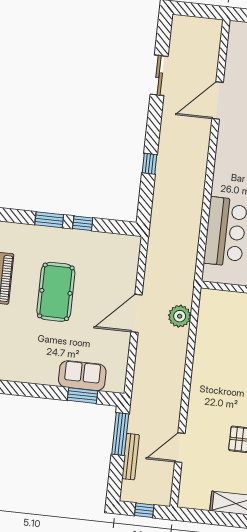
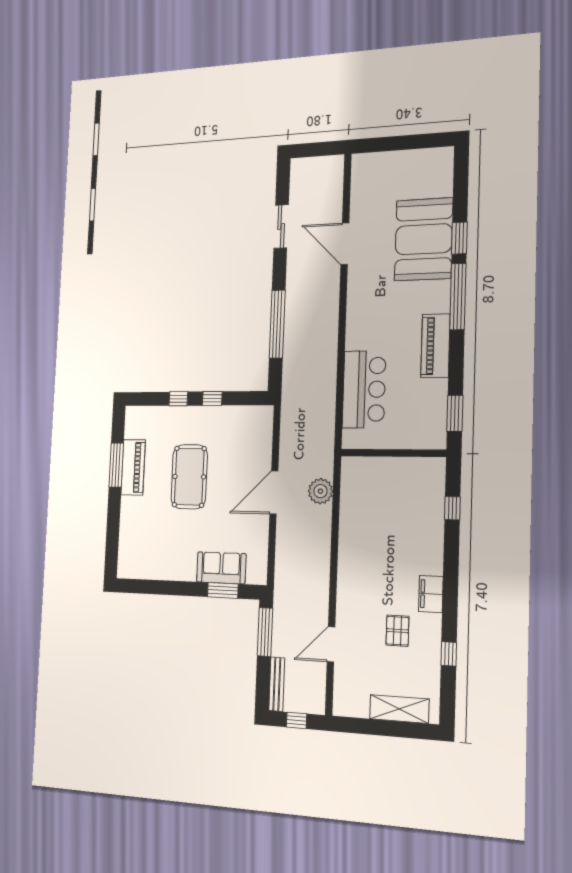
door: (218, 101) -> (345, 244), hinge flipped
window: (150, 164) -> (277, 324), width x3.17
window: (49, 220) -> (178, 399), width x0.67
bench: (131, 457) -> (277, 684), moved

